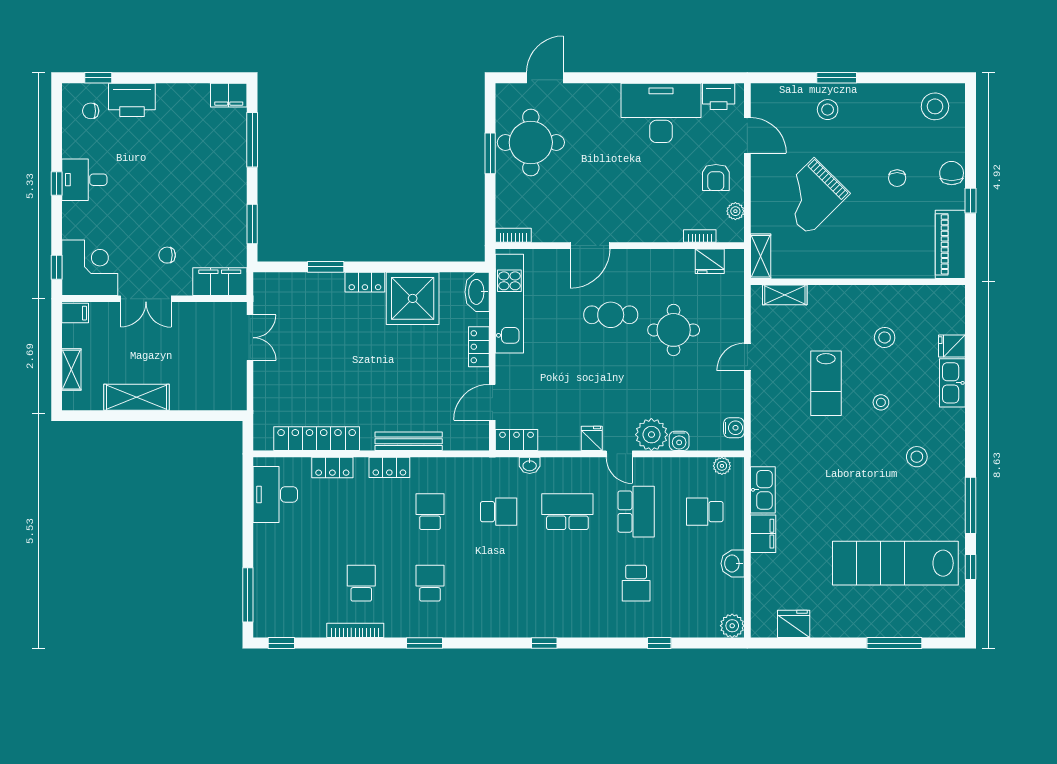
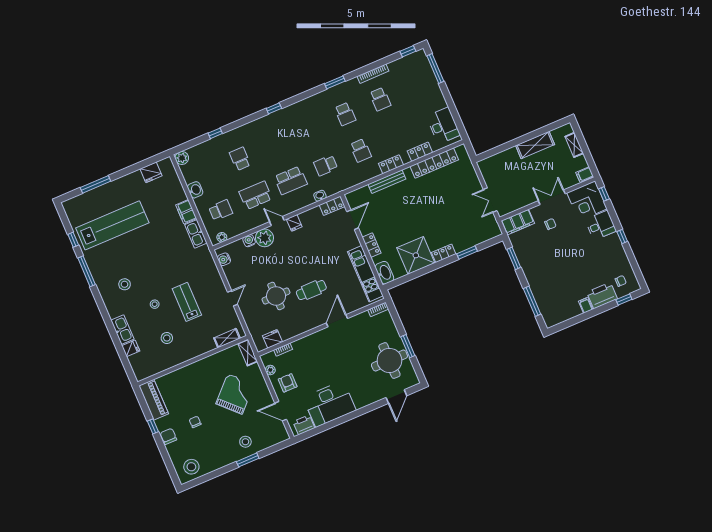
filing cabinet: (229, 95) -> (586, 305), moved, width x0.50
chair: (952, 173) -> (168, 436), turned 180
desk: (84, 180) -> (601, 225), moved
school desk: (636, 512) -> (256, 195), turned 90

